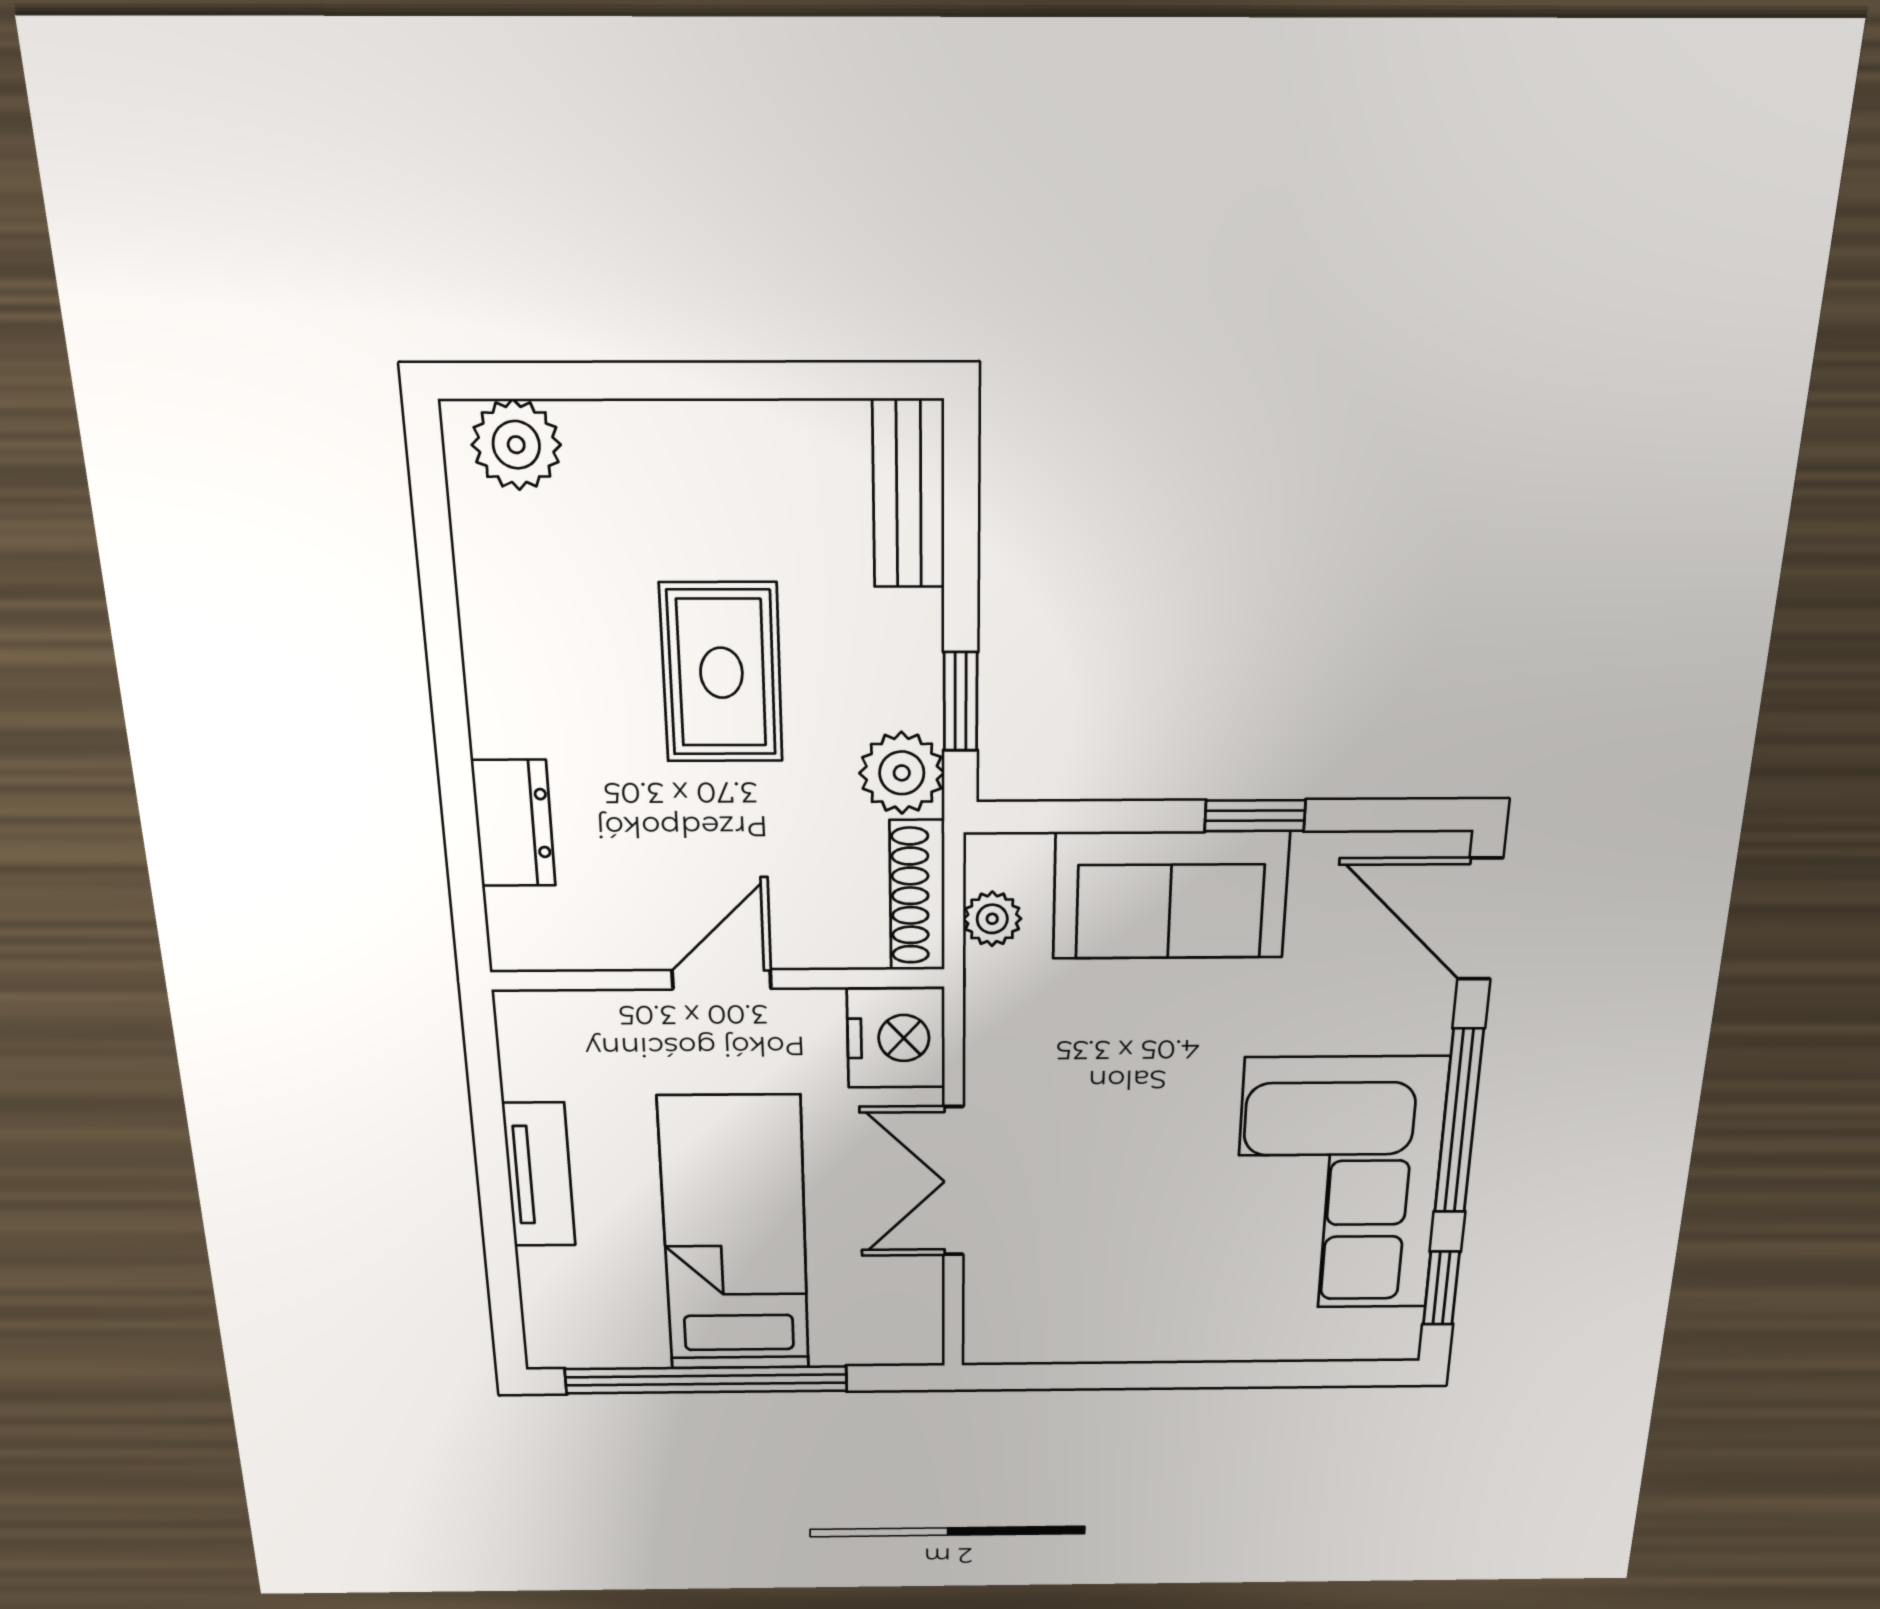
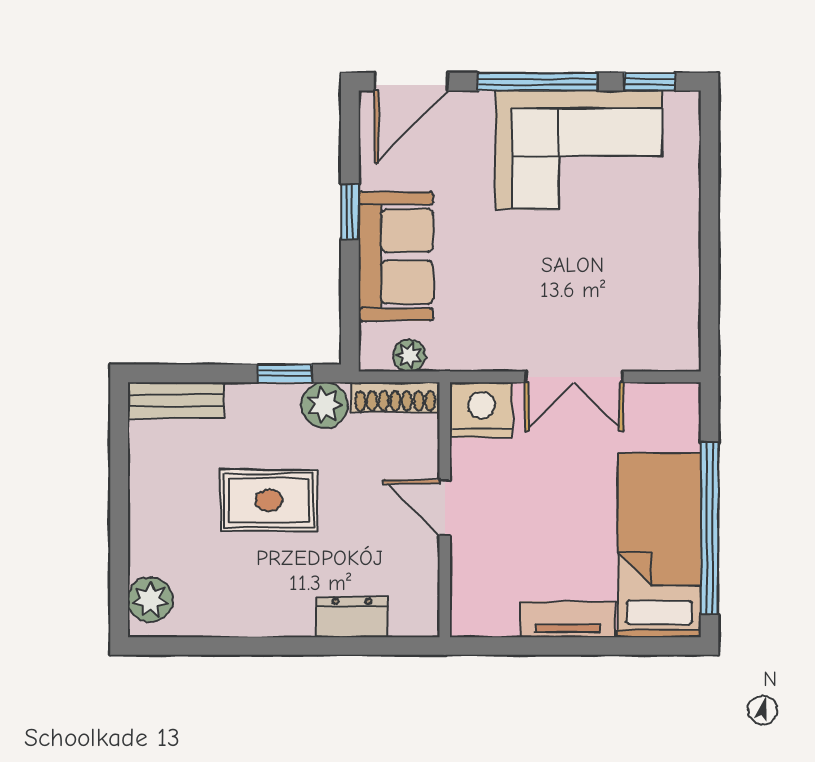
bed: (735, 1235) -> (659, 545), moved, turned 90

